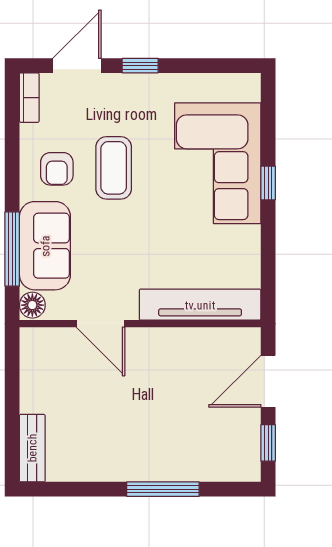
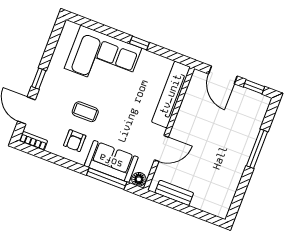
coffee table: (114, 168) -> (85, 112), width x0.73, depth x0.77
armchair: (57, 169) -> (75, 141), turned 90
window: (268, 183) -> (139, 43), moved
bench: (32, 448) -> (174, 193), moved

